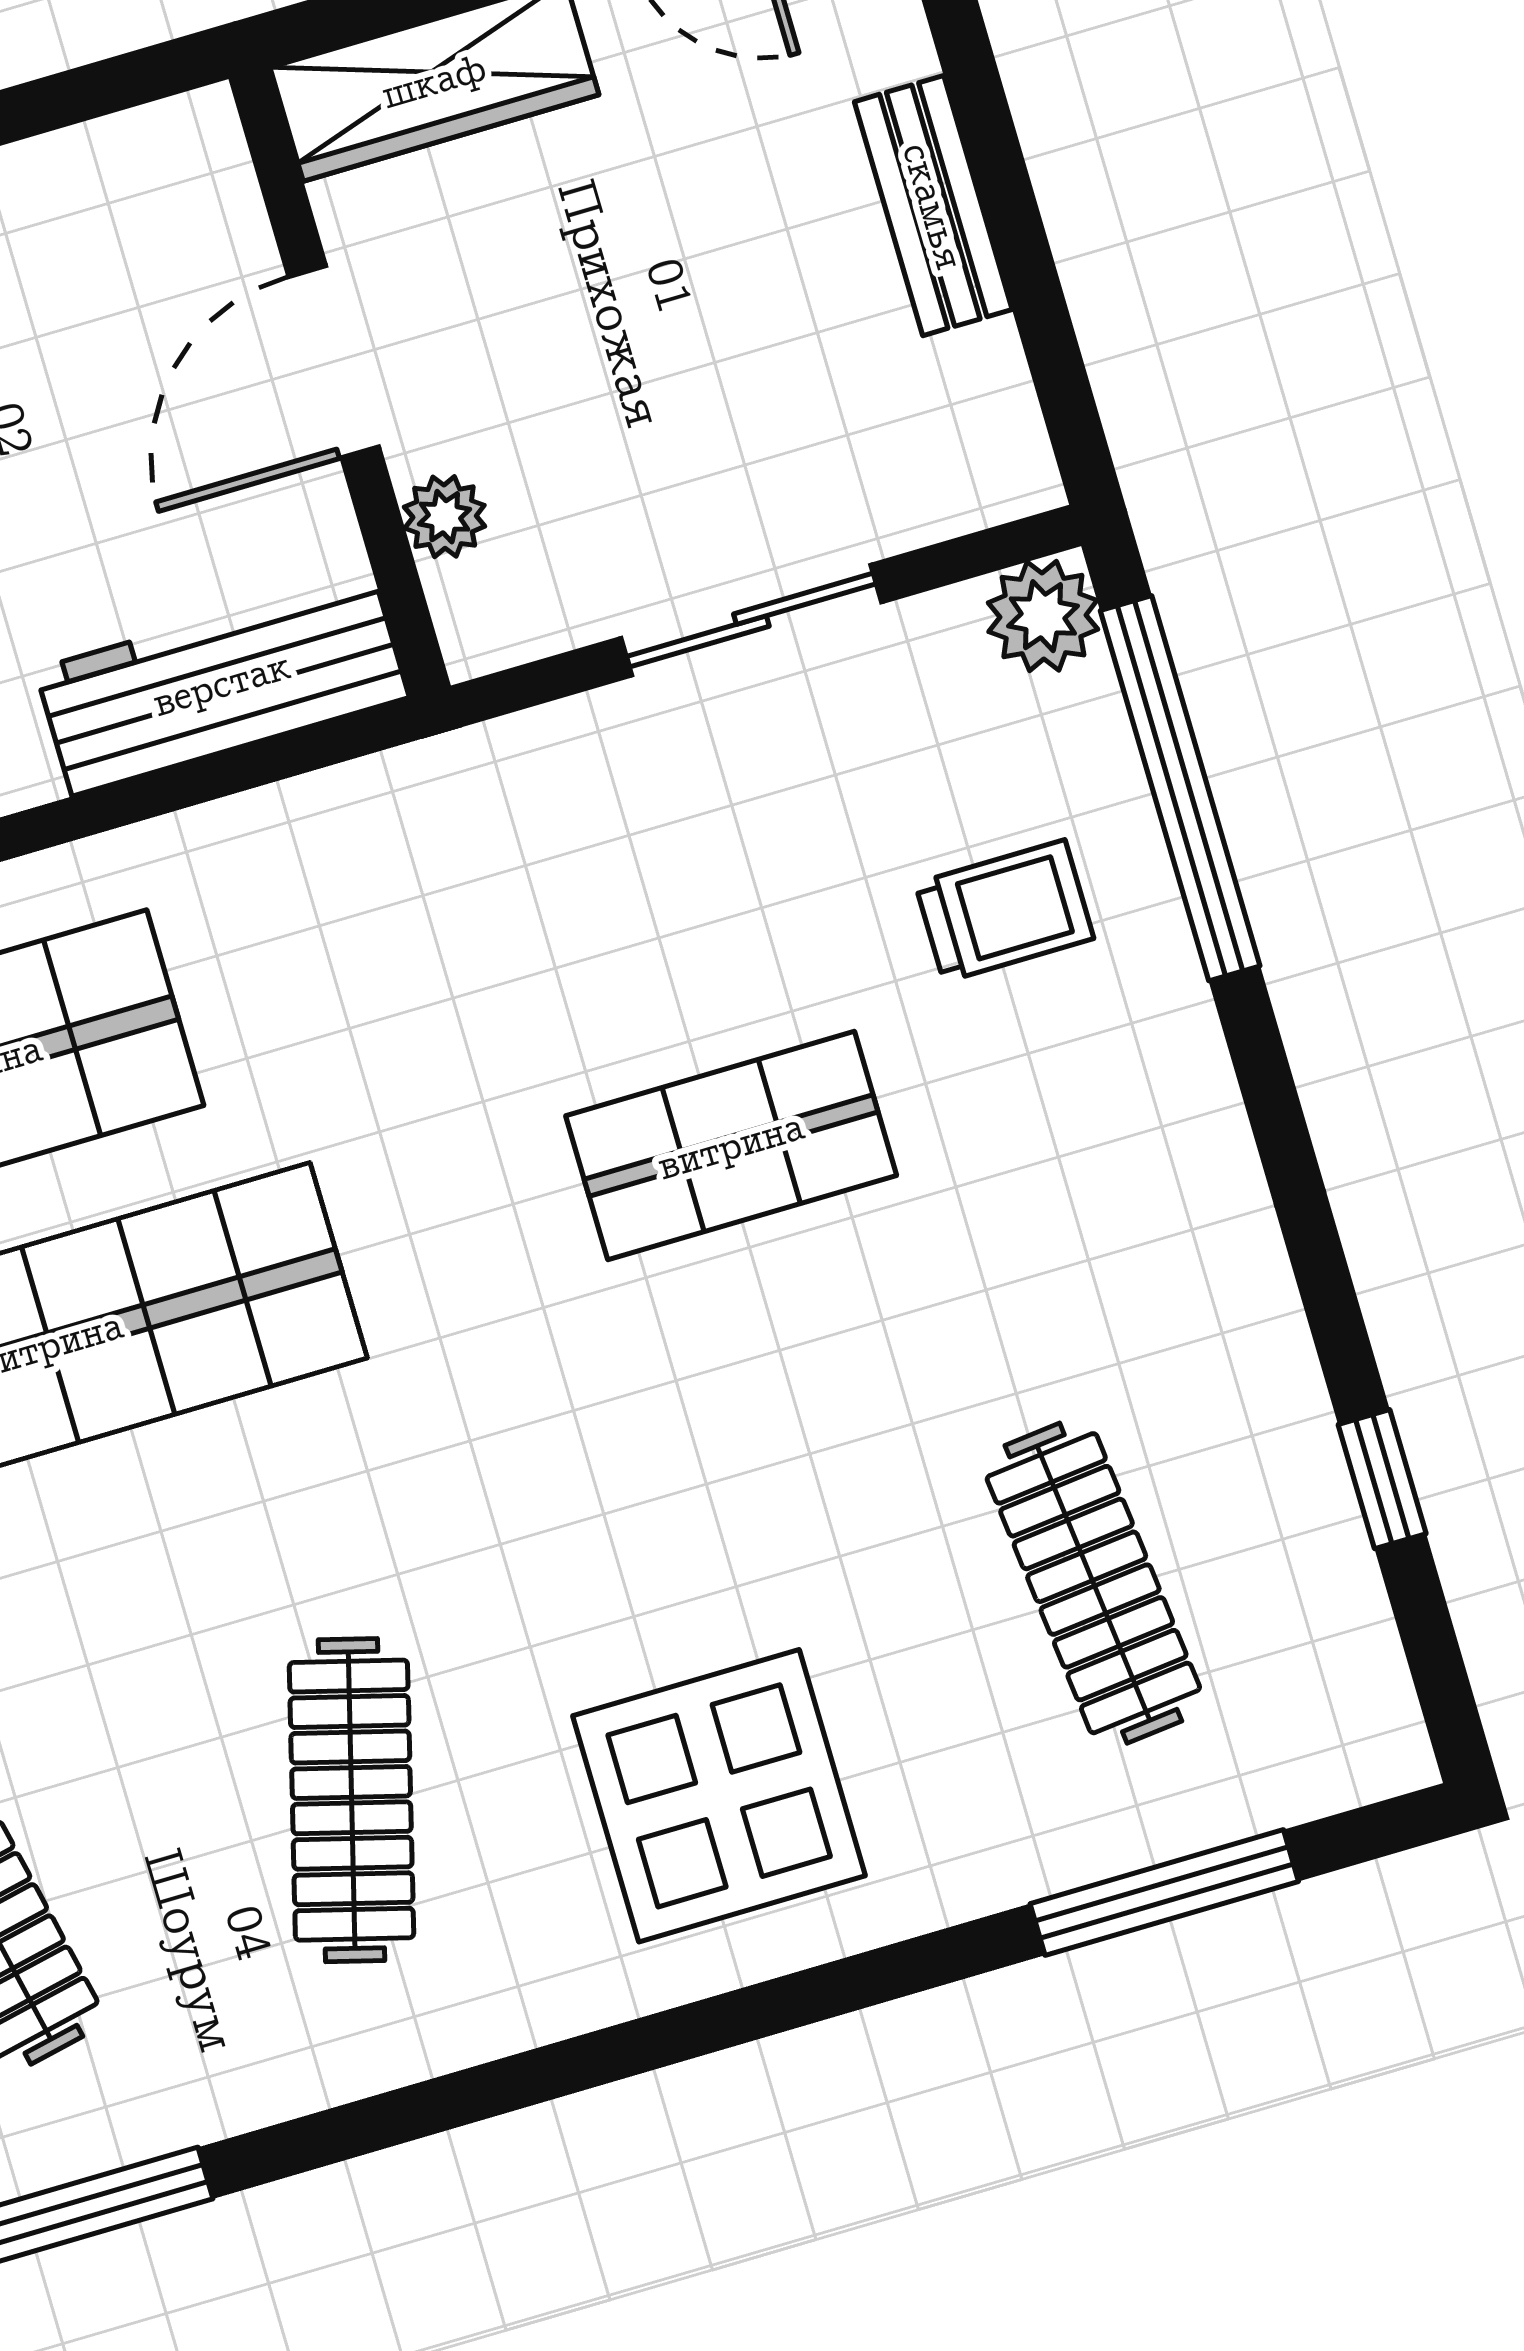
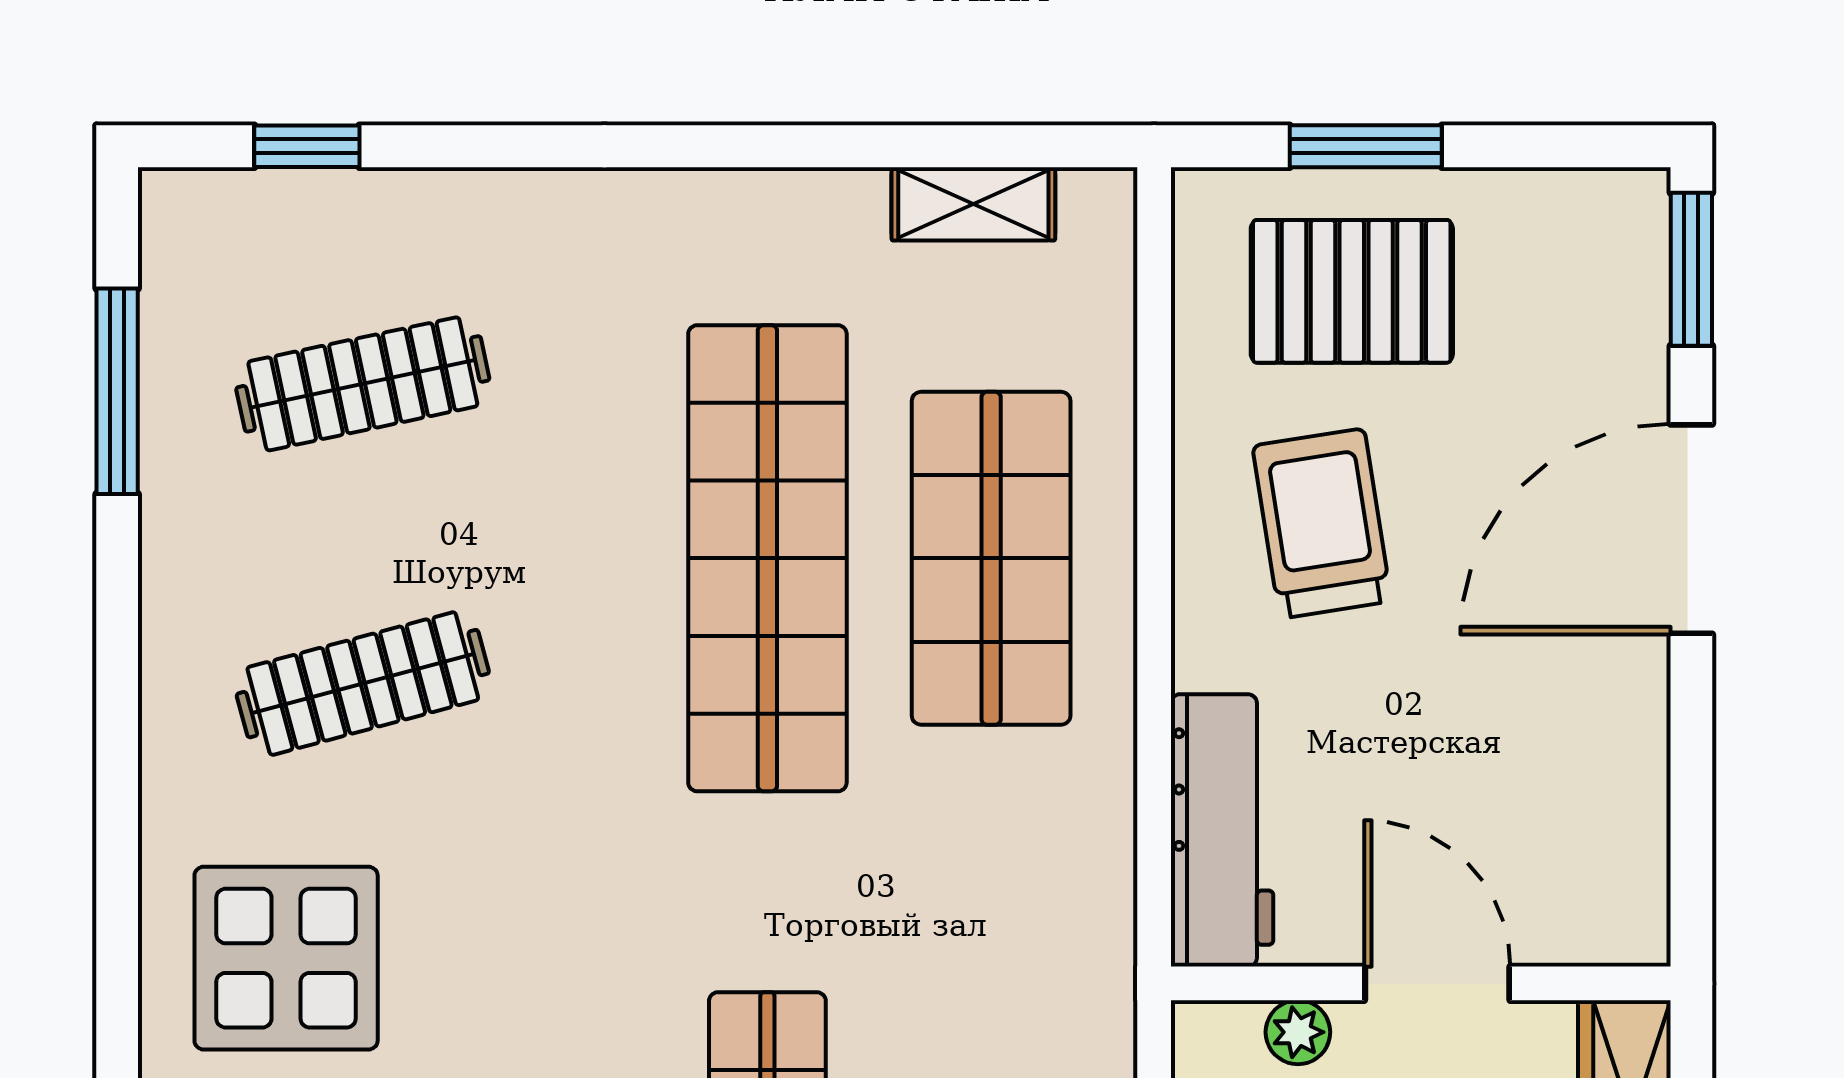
clothes rail: (351, 1800) -> (363, 684), turned -30

